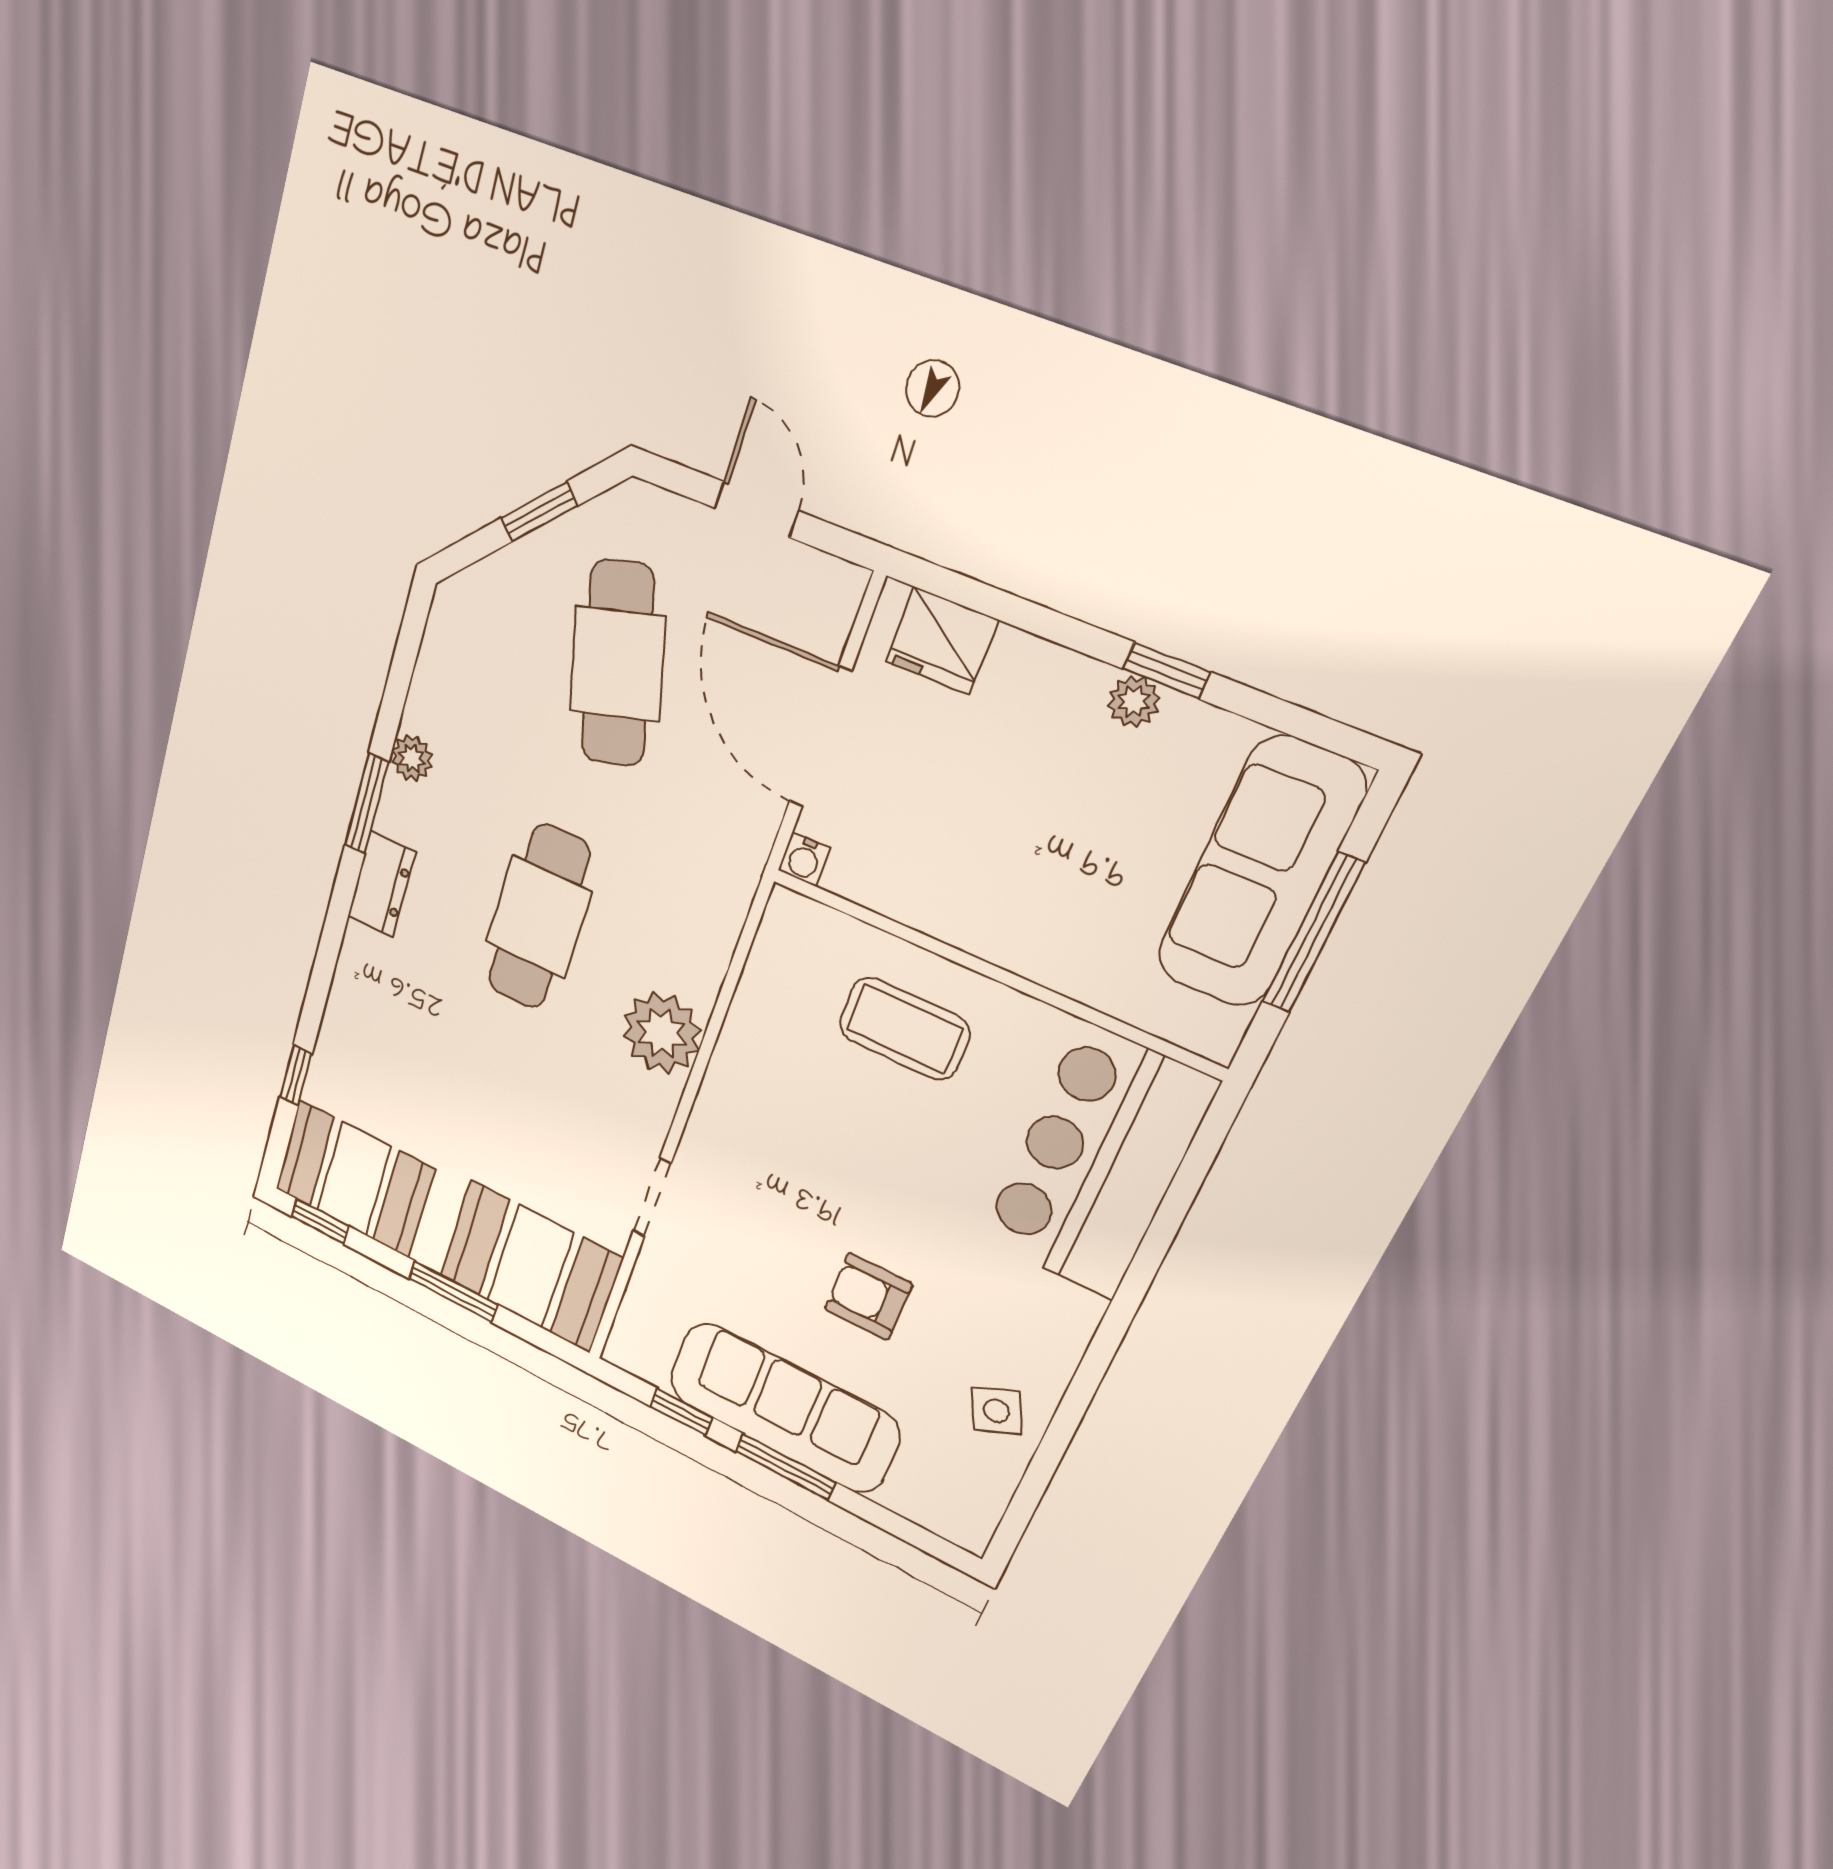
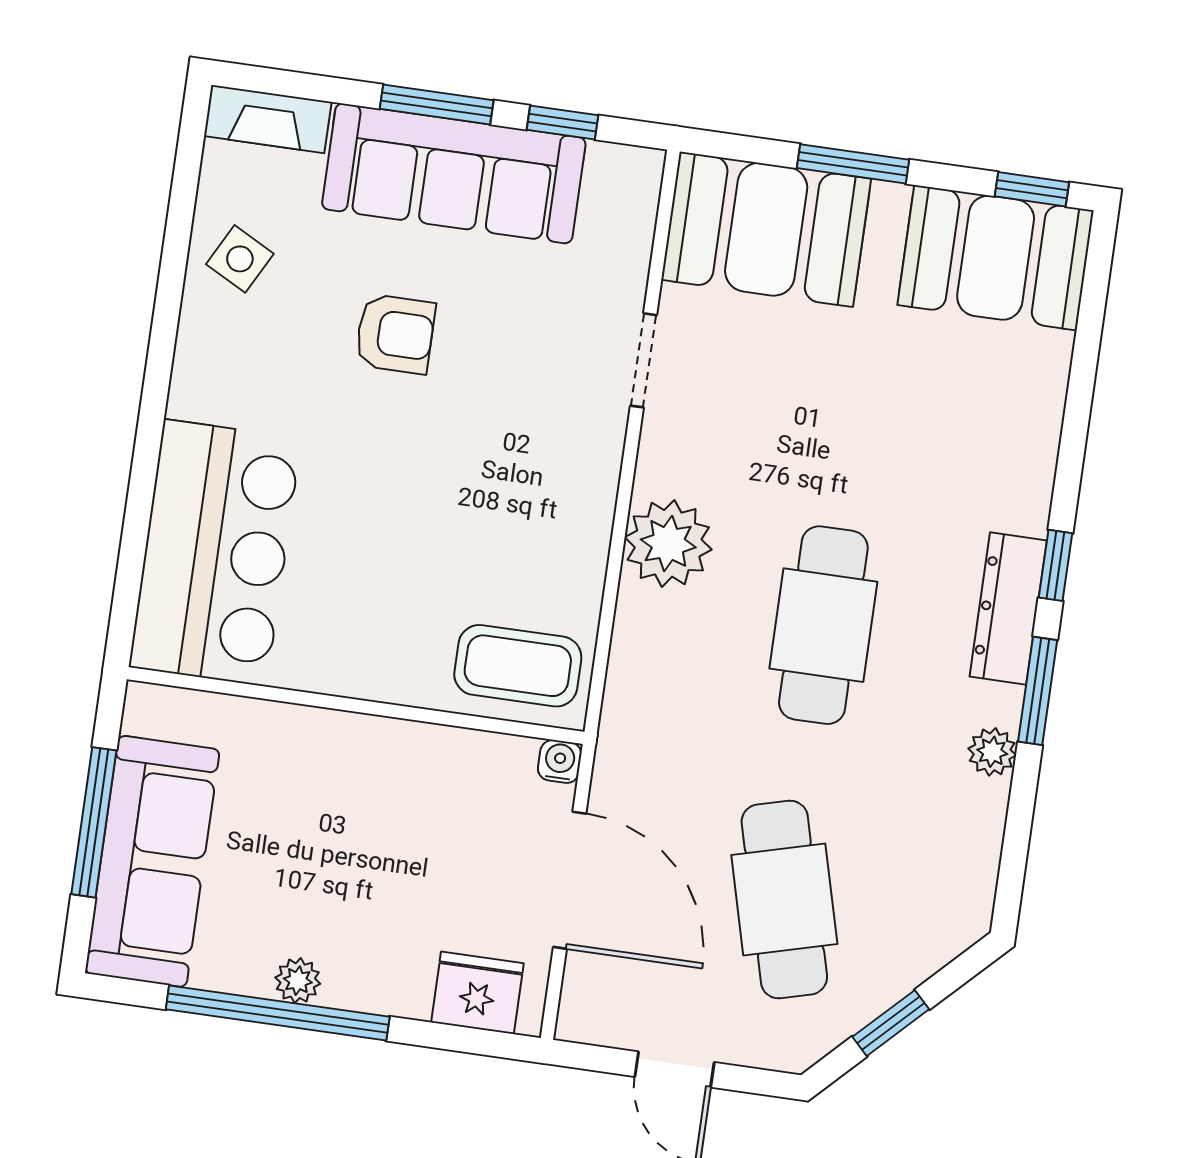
window: (1167, 670) -> (278, 1013), width x3.17
dresser: (382, 885) -> (1008, 609), width x1.44
coffee table: (904, 1029) -> (518, 666), moved
window: (296, 1075) -> (1055, 565), moved
side table: (996, 1411) -> (240, 259), turned -37
fireplace: (938, 1513) -> (268, 119), added

